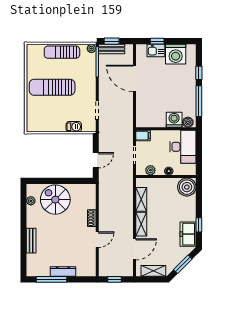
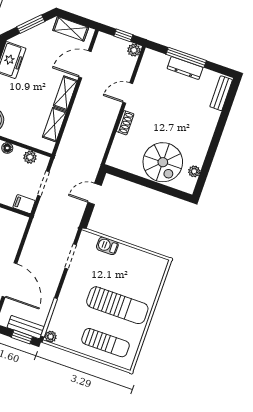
sun lounger: (62, 52) -> (106, 343), moved
bench: (31, 241) -> (221, 93), moved
plant: (103, 272) -> (134, 50), added
window: (51, 279) -> (186, 57), moved

